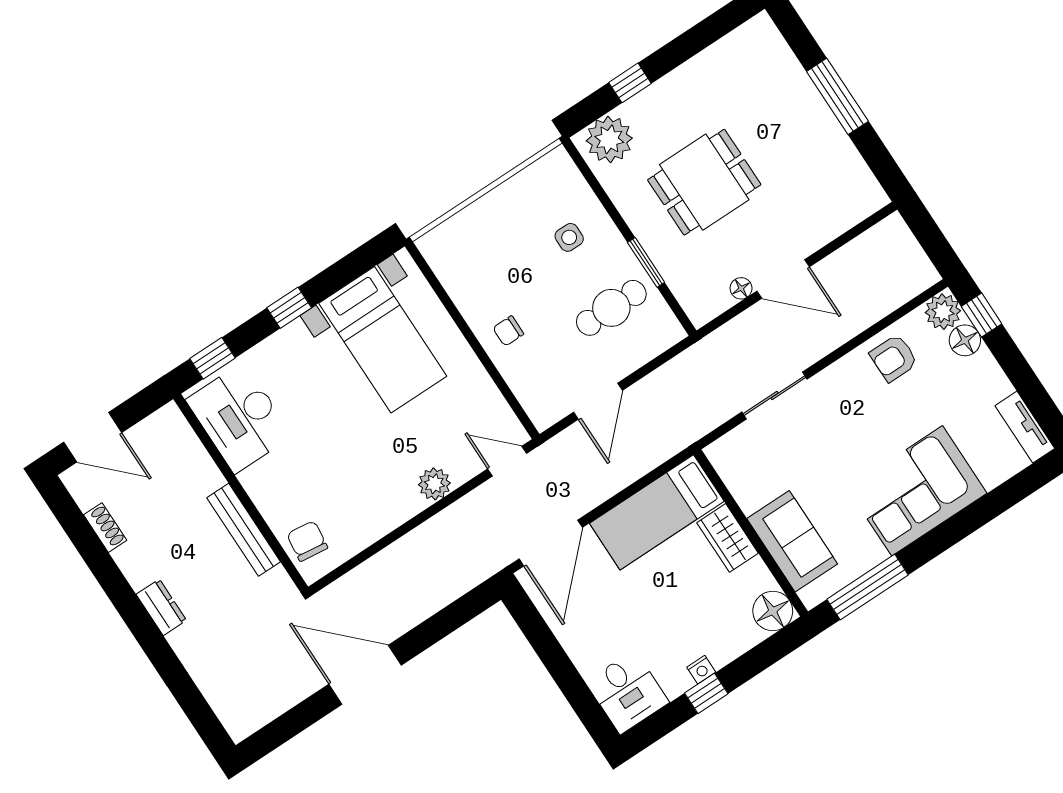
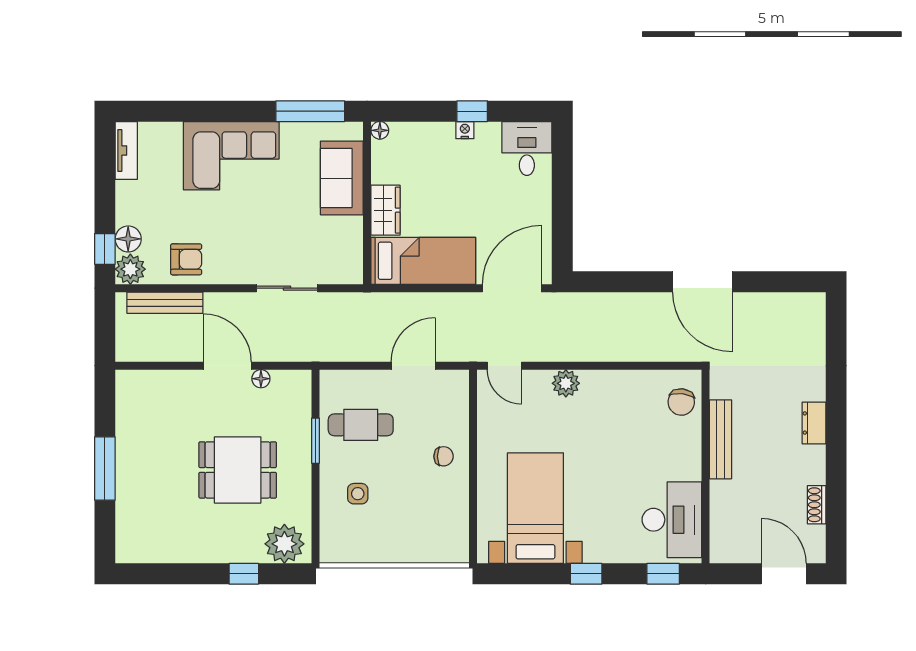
bench: (886, 301) -> (165, 303), added
floor lamp: (773, 611) -> (380, 130), width x0.53, depth x0.53

